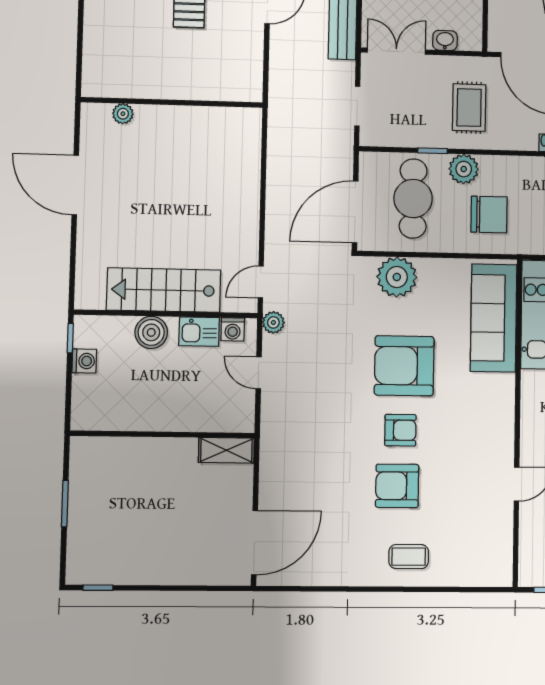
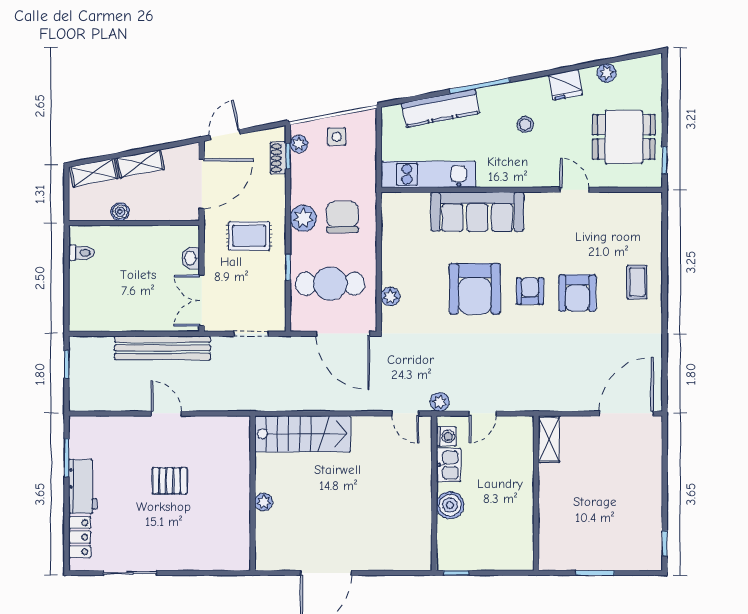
plant: (123, 114) -> (264, 502), moved
plant: (464, 169) -> (303, 218), moved
plant: (397, 277) -> (390, 297), width x0.53, depth x0.53
stairs: (164, 290) -> (303, 434), moved, turned -90
sofa: (494, 318) -> (477, 212), moved
washing machine: (84, 361) -> (475, 561), removed
door: (254, 543) -> (626, 413), hinge flipped

